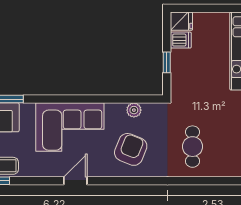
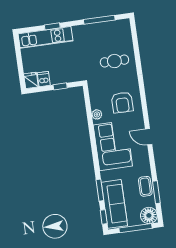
plant: (134, 110) -> (97, 114), moved
armchair: (131, 149) -> (122, 102), turned -112

